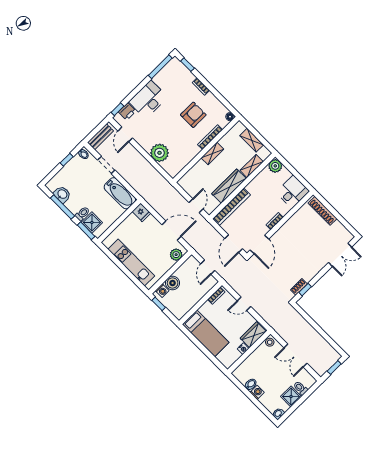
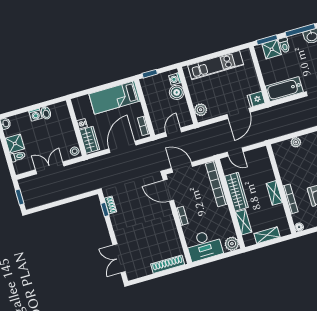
plant: (159, 153) -> (296, 142), width x0.53, depth x0.53
desk: (293, 192) -> (204, 245), width x1.37
door: (171, 231) -> (238, 113), moved
door: (208, 267) -> (174, 132), hinge flipped
window: (159, 304) -> (150, 74), moved
door: (244, 304) -> (122, 147), width x1.88

